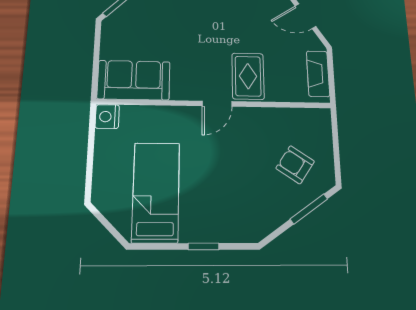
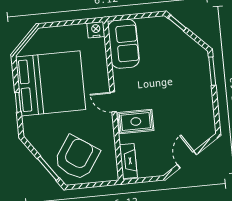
fireplace: (318, 74) -> (128, 161), moved, turned 90
armchair: (295, 165) -> (77, 158), width x1.88, depth x1.88
bed: (156, 192) -> (51, 83), width x2.04

